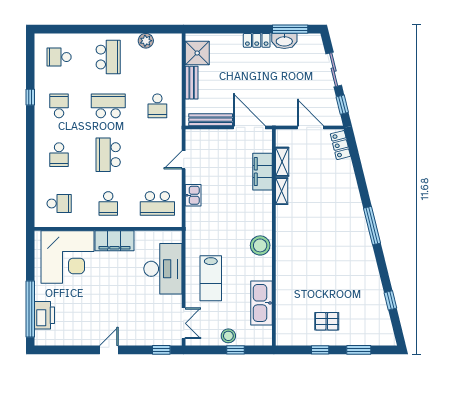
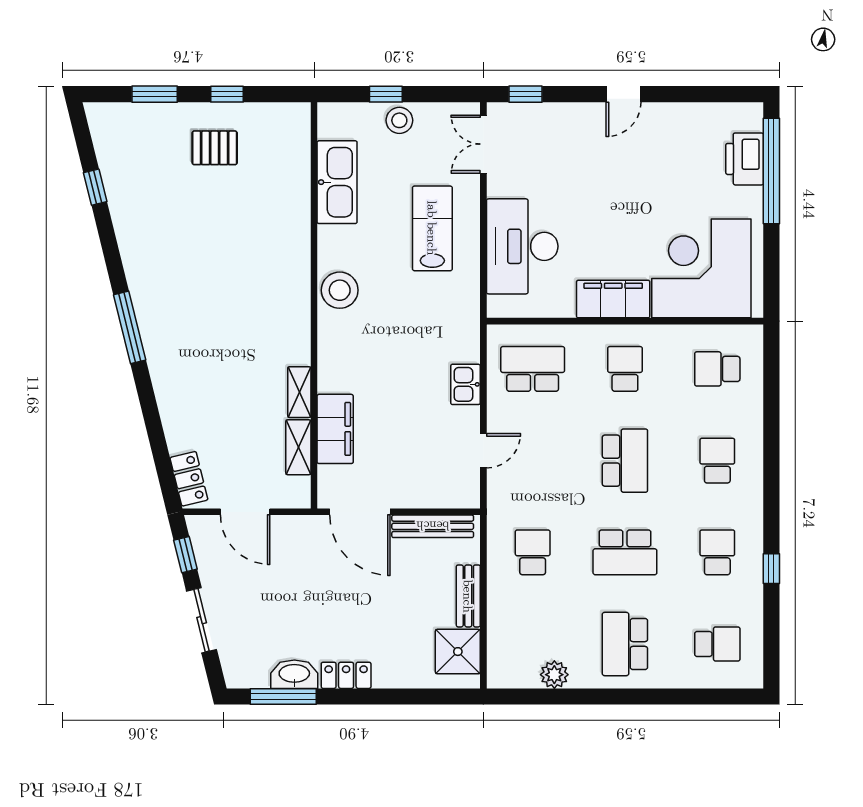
school desk: (59, 106) -> (717, 552), turned 180

